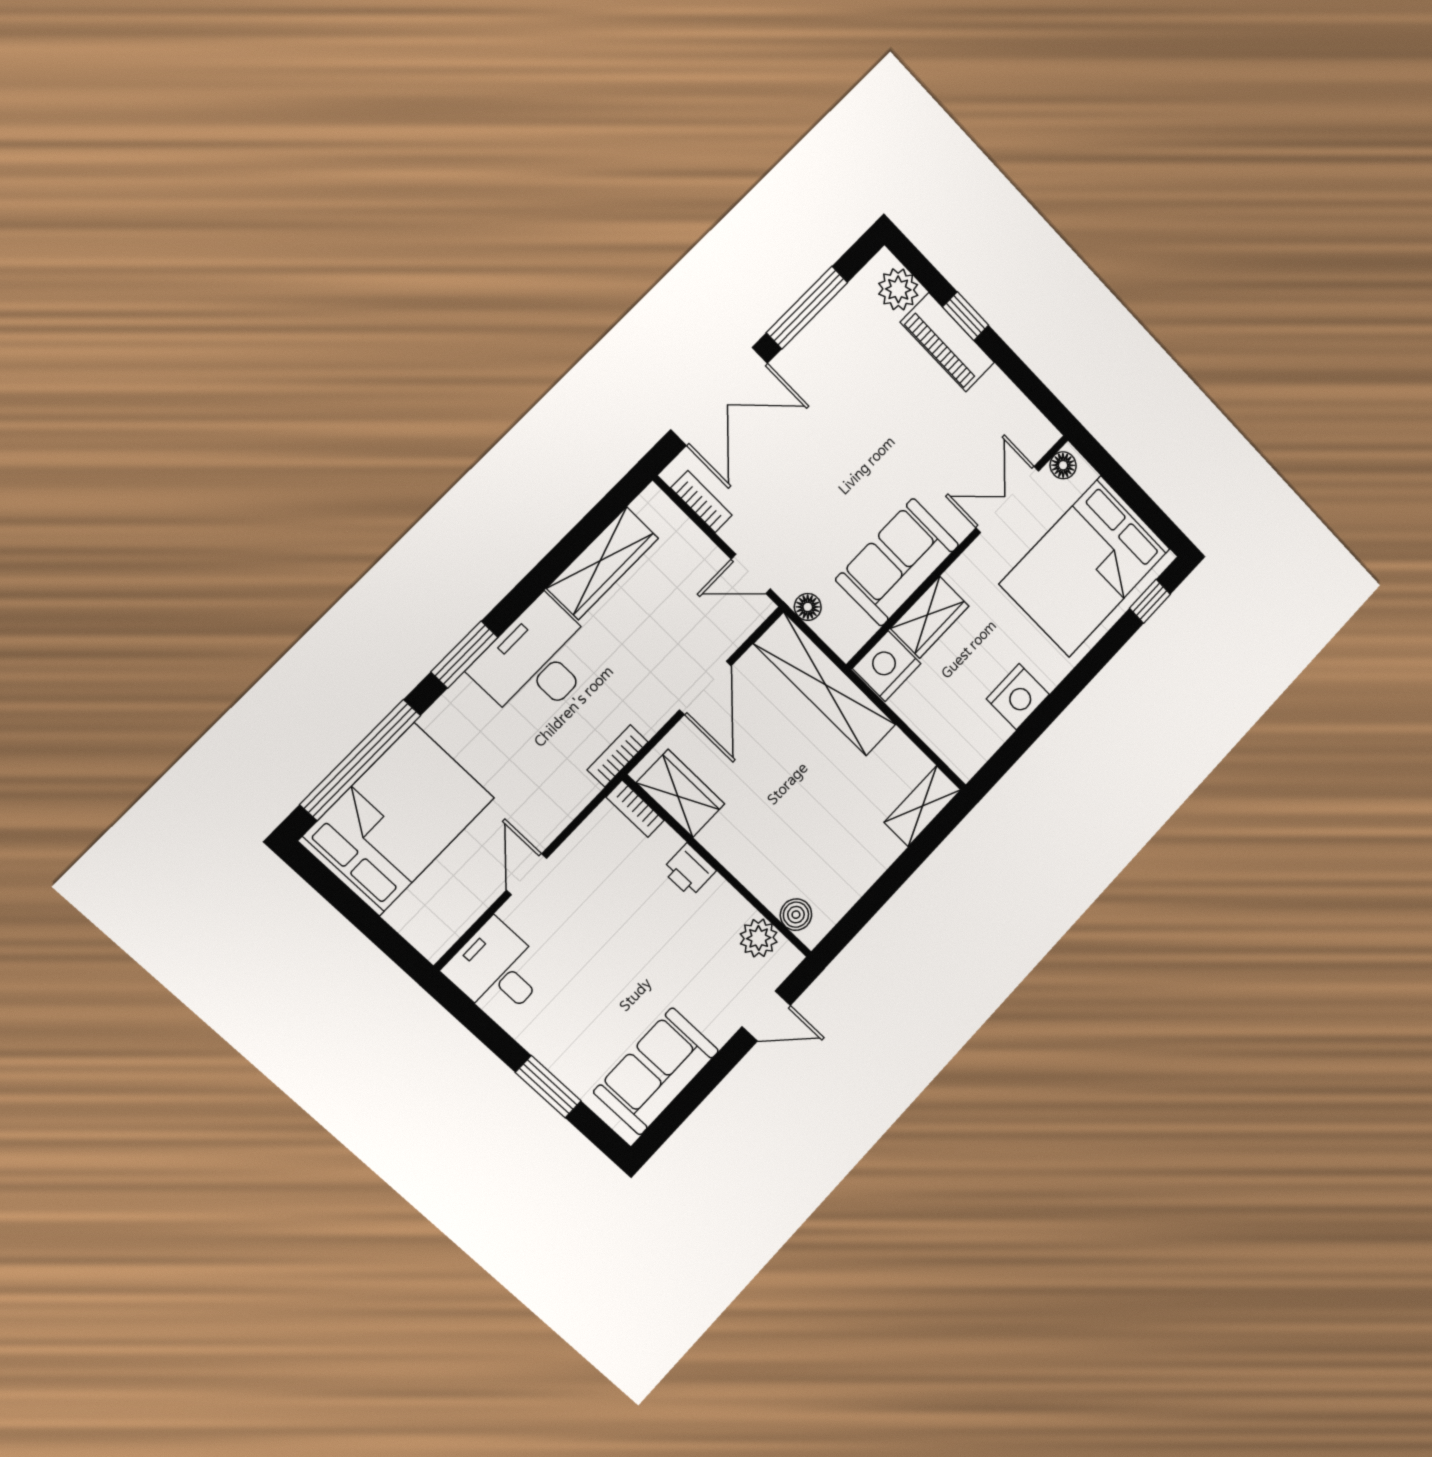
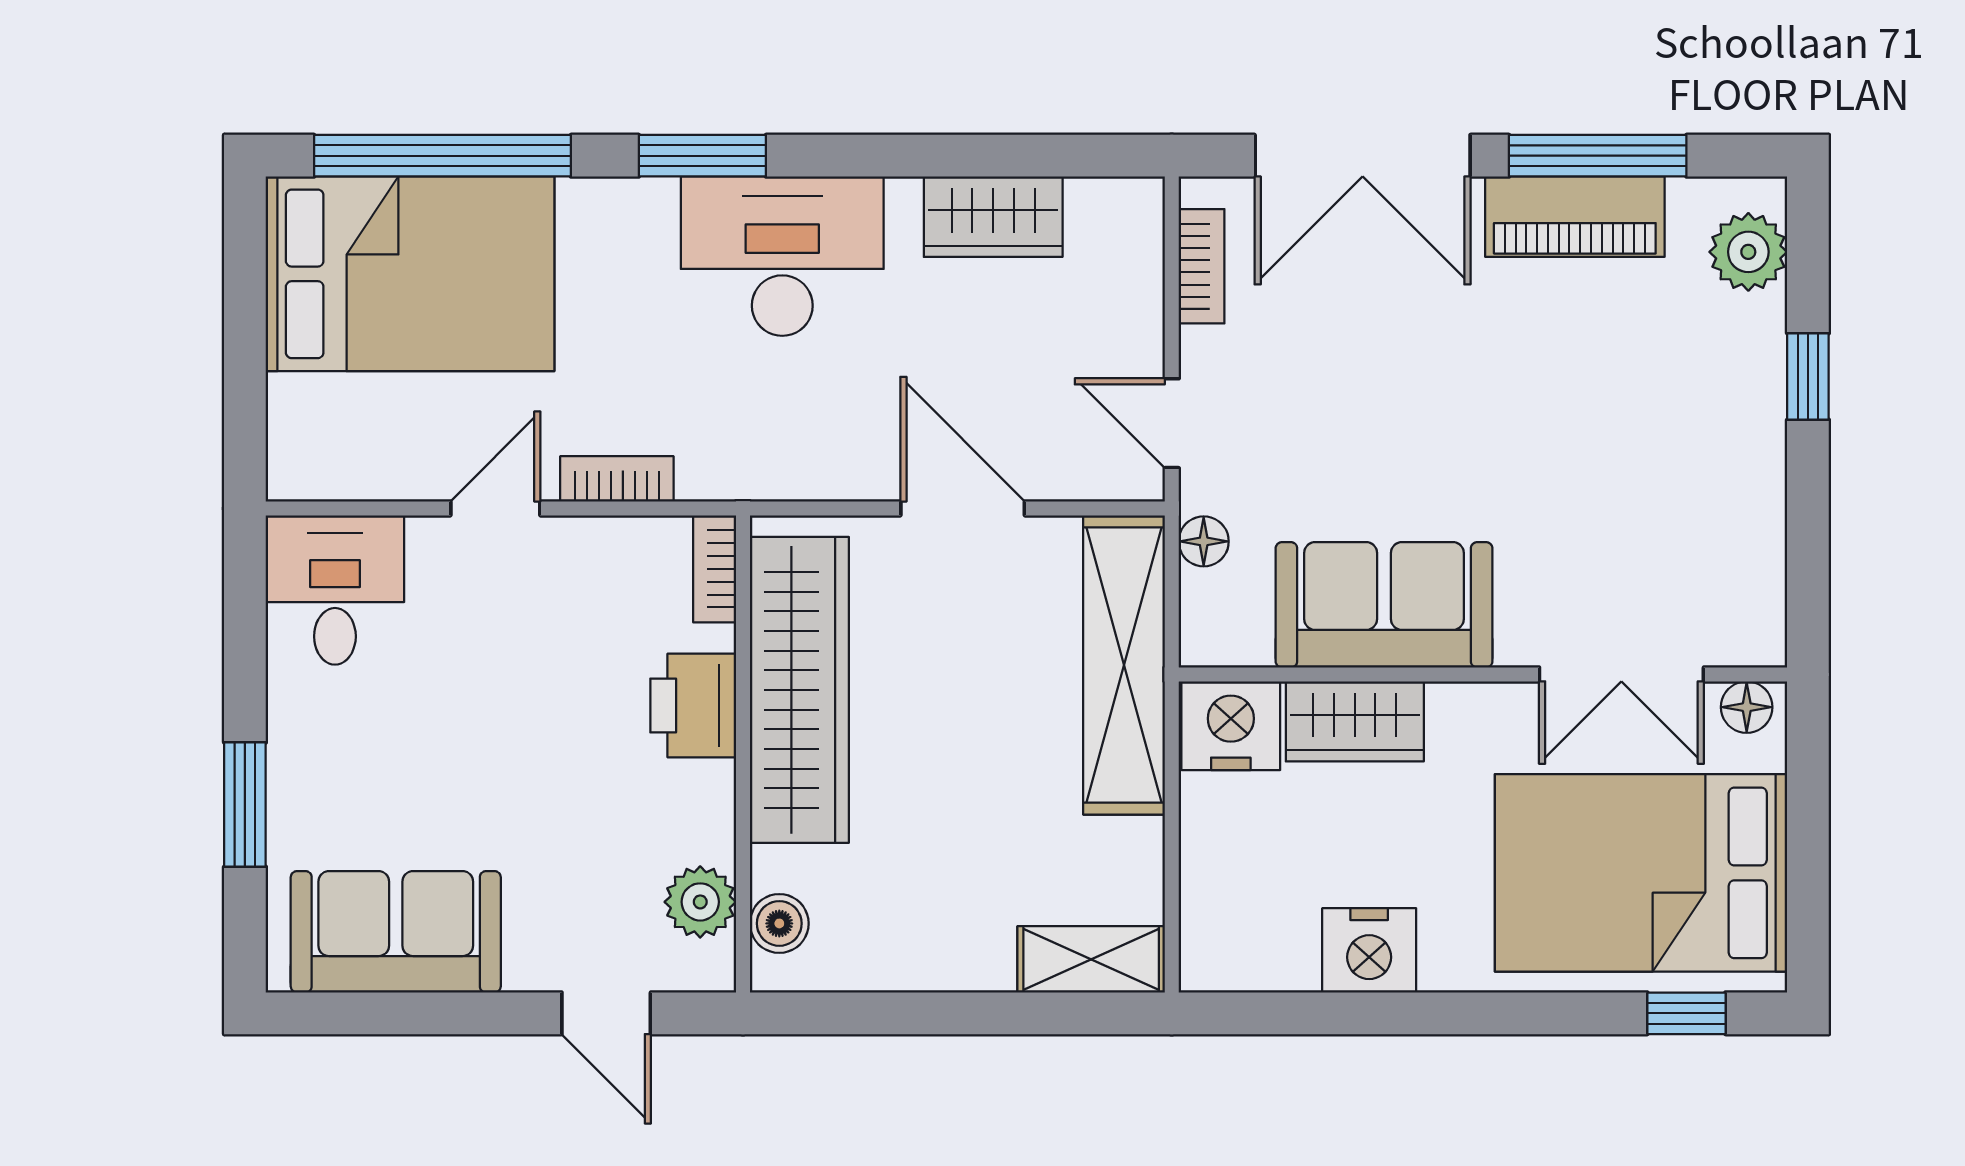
piano: (947, 342) -> (1575, 217), moved, turned -90
double door: (1007, 499) -> (1621, 674), swing flipped
wardrobe: (603, 563) -> (993, 217), width x0.67
door: (705, 688) -> (963, 508), swing flipped
bookcase: (618, 756) -> (617, 479), moved
wardrobe: (680, 793) -> (799, 690), width x2.10, depth x1.17
printer: (689, 870) -> (693, 706), width x1.36, depth x1.24

